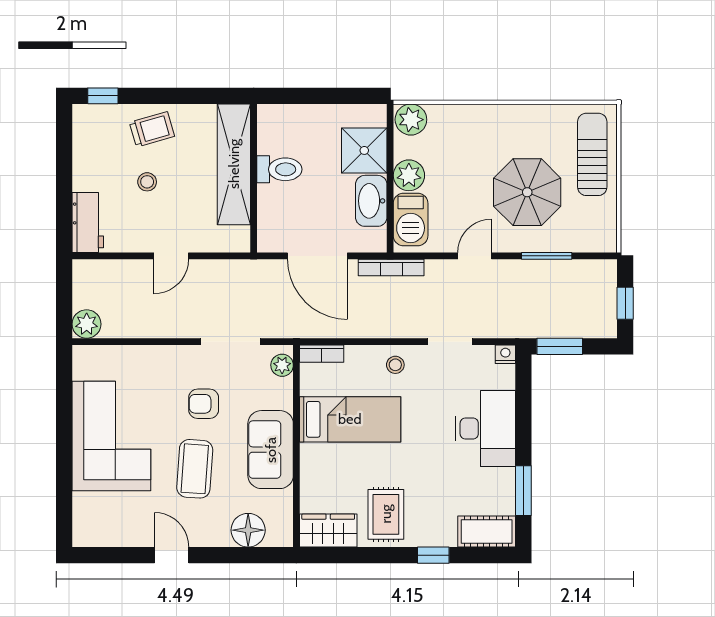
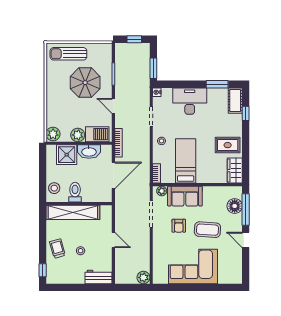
stool: (289, 122) -> (54, 188), added
sofa: (271, 450) -> (185, 196), moved
door: (172, 555) -> (246, 240), hinge flipped
window: (240, 555) -> (246, 210), added
window: (433, 555) -> (246, 113), moved

